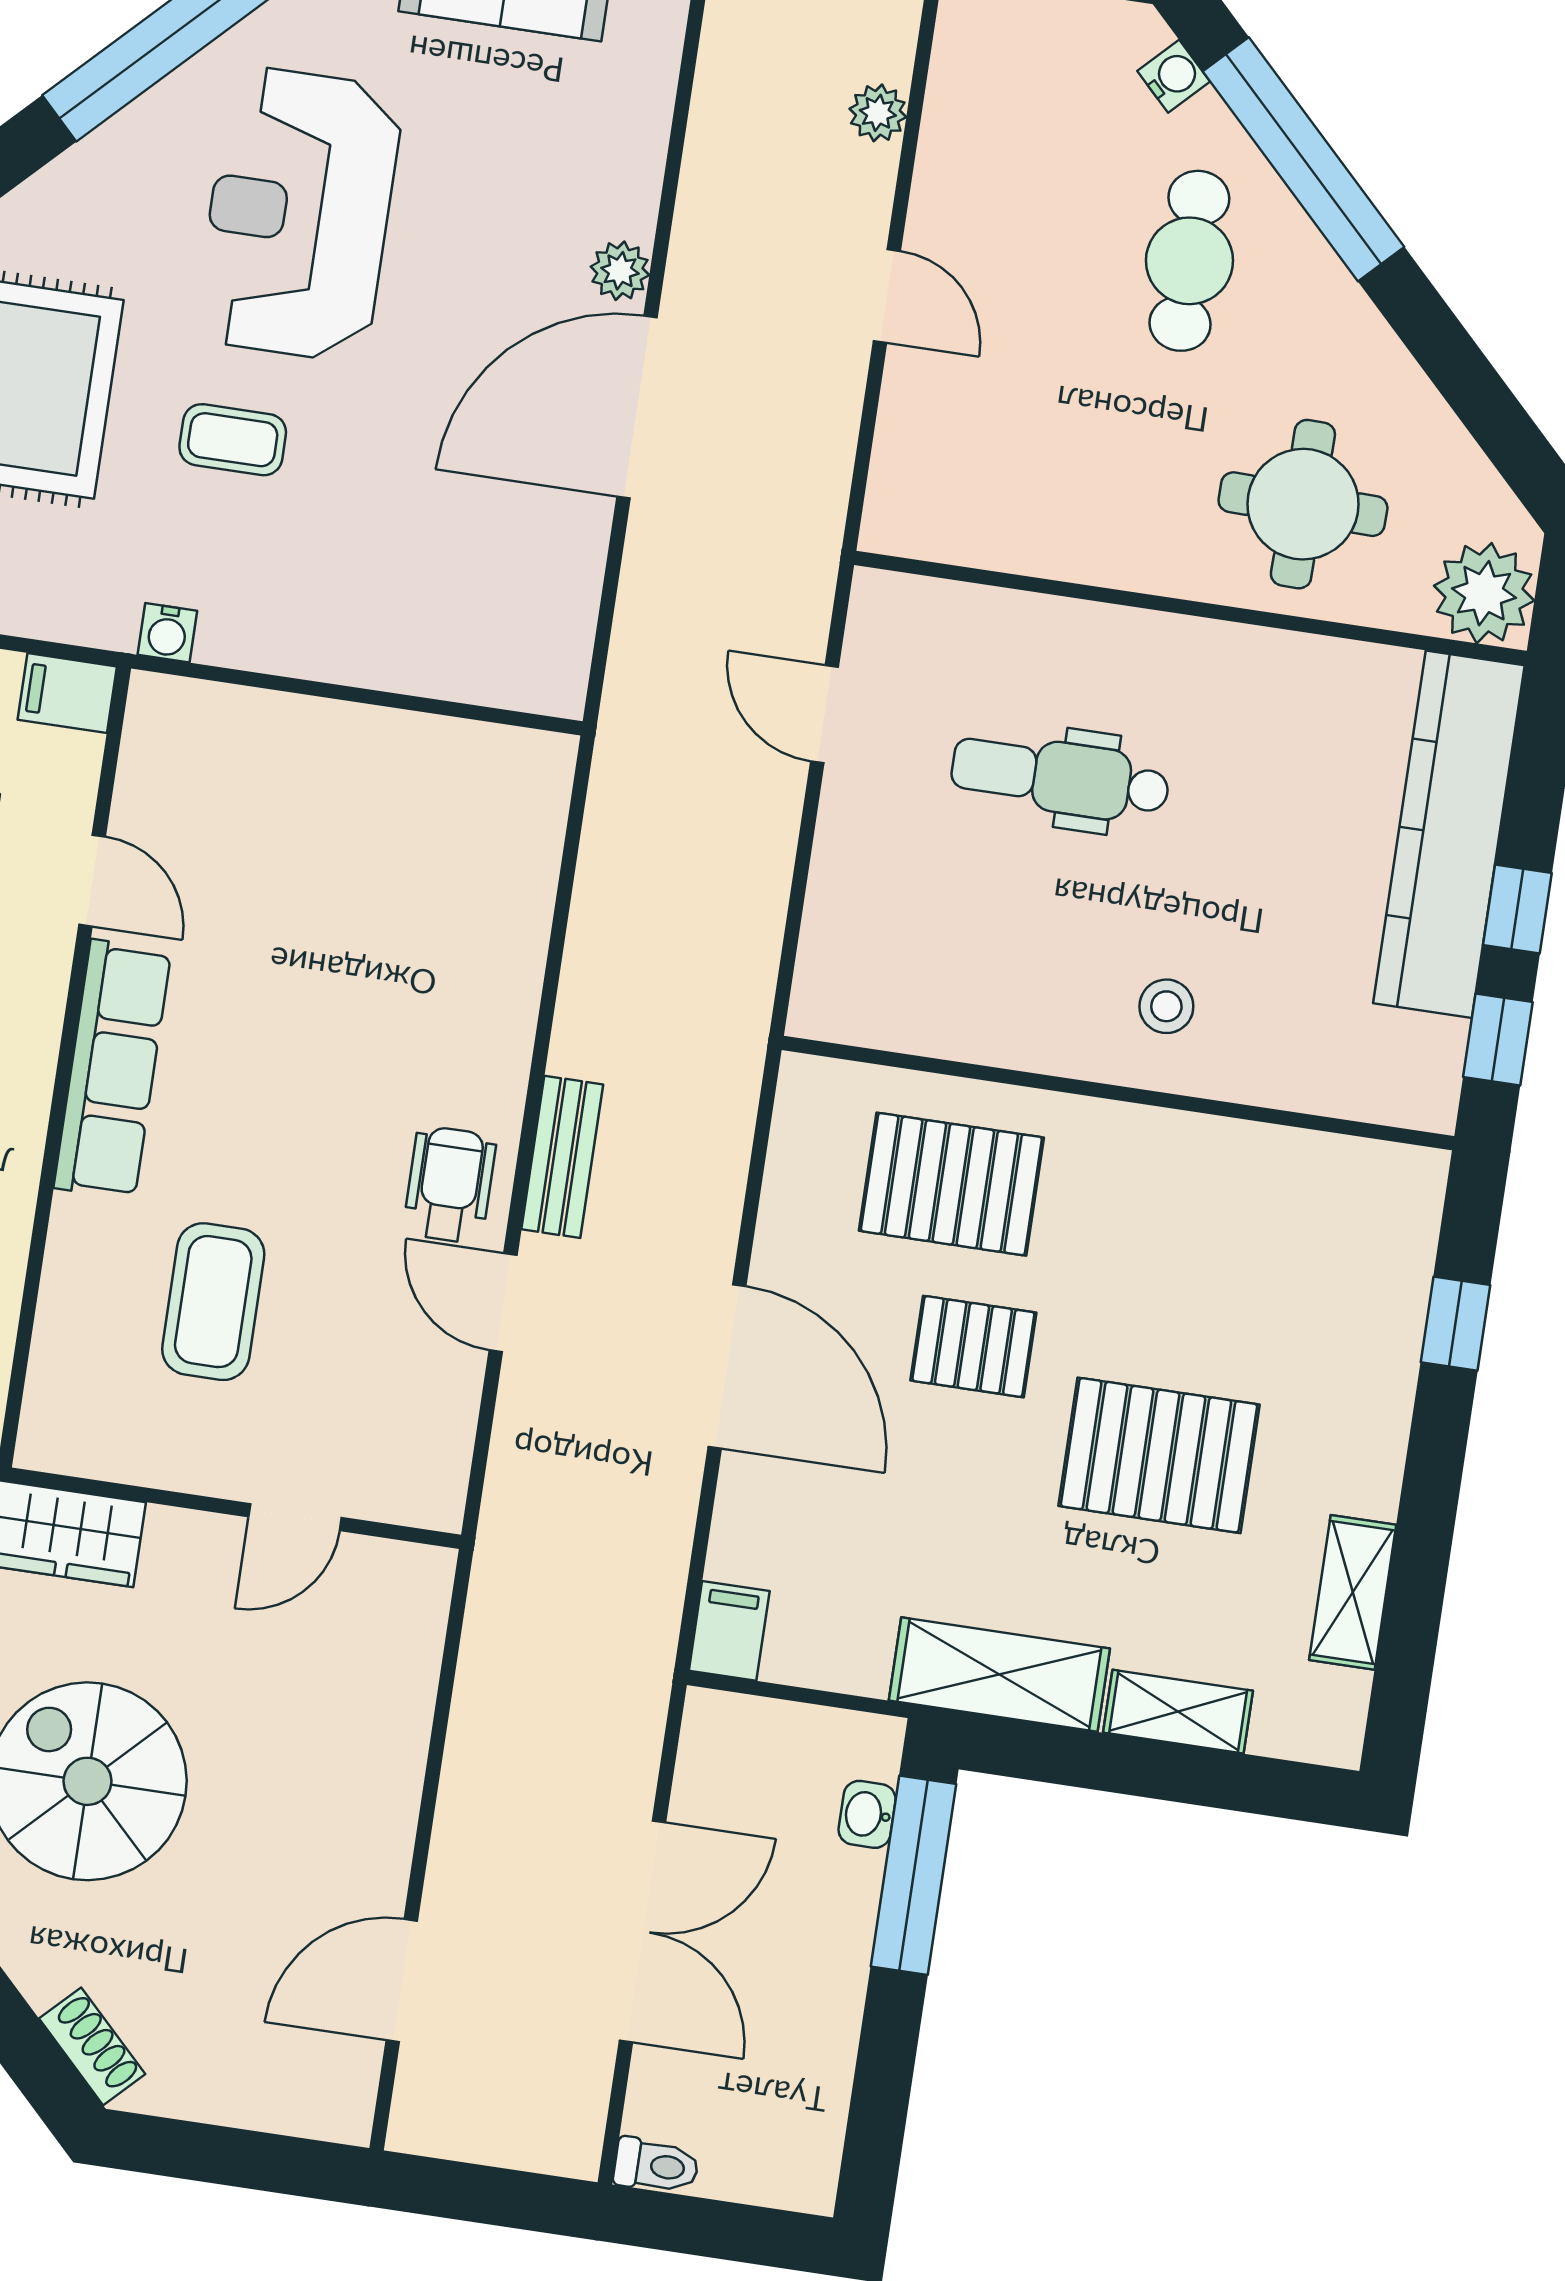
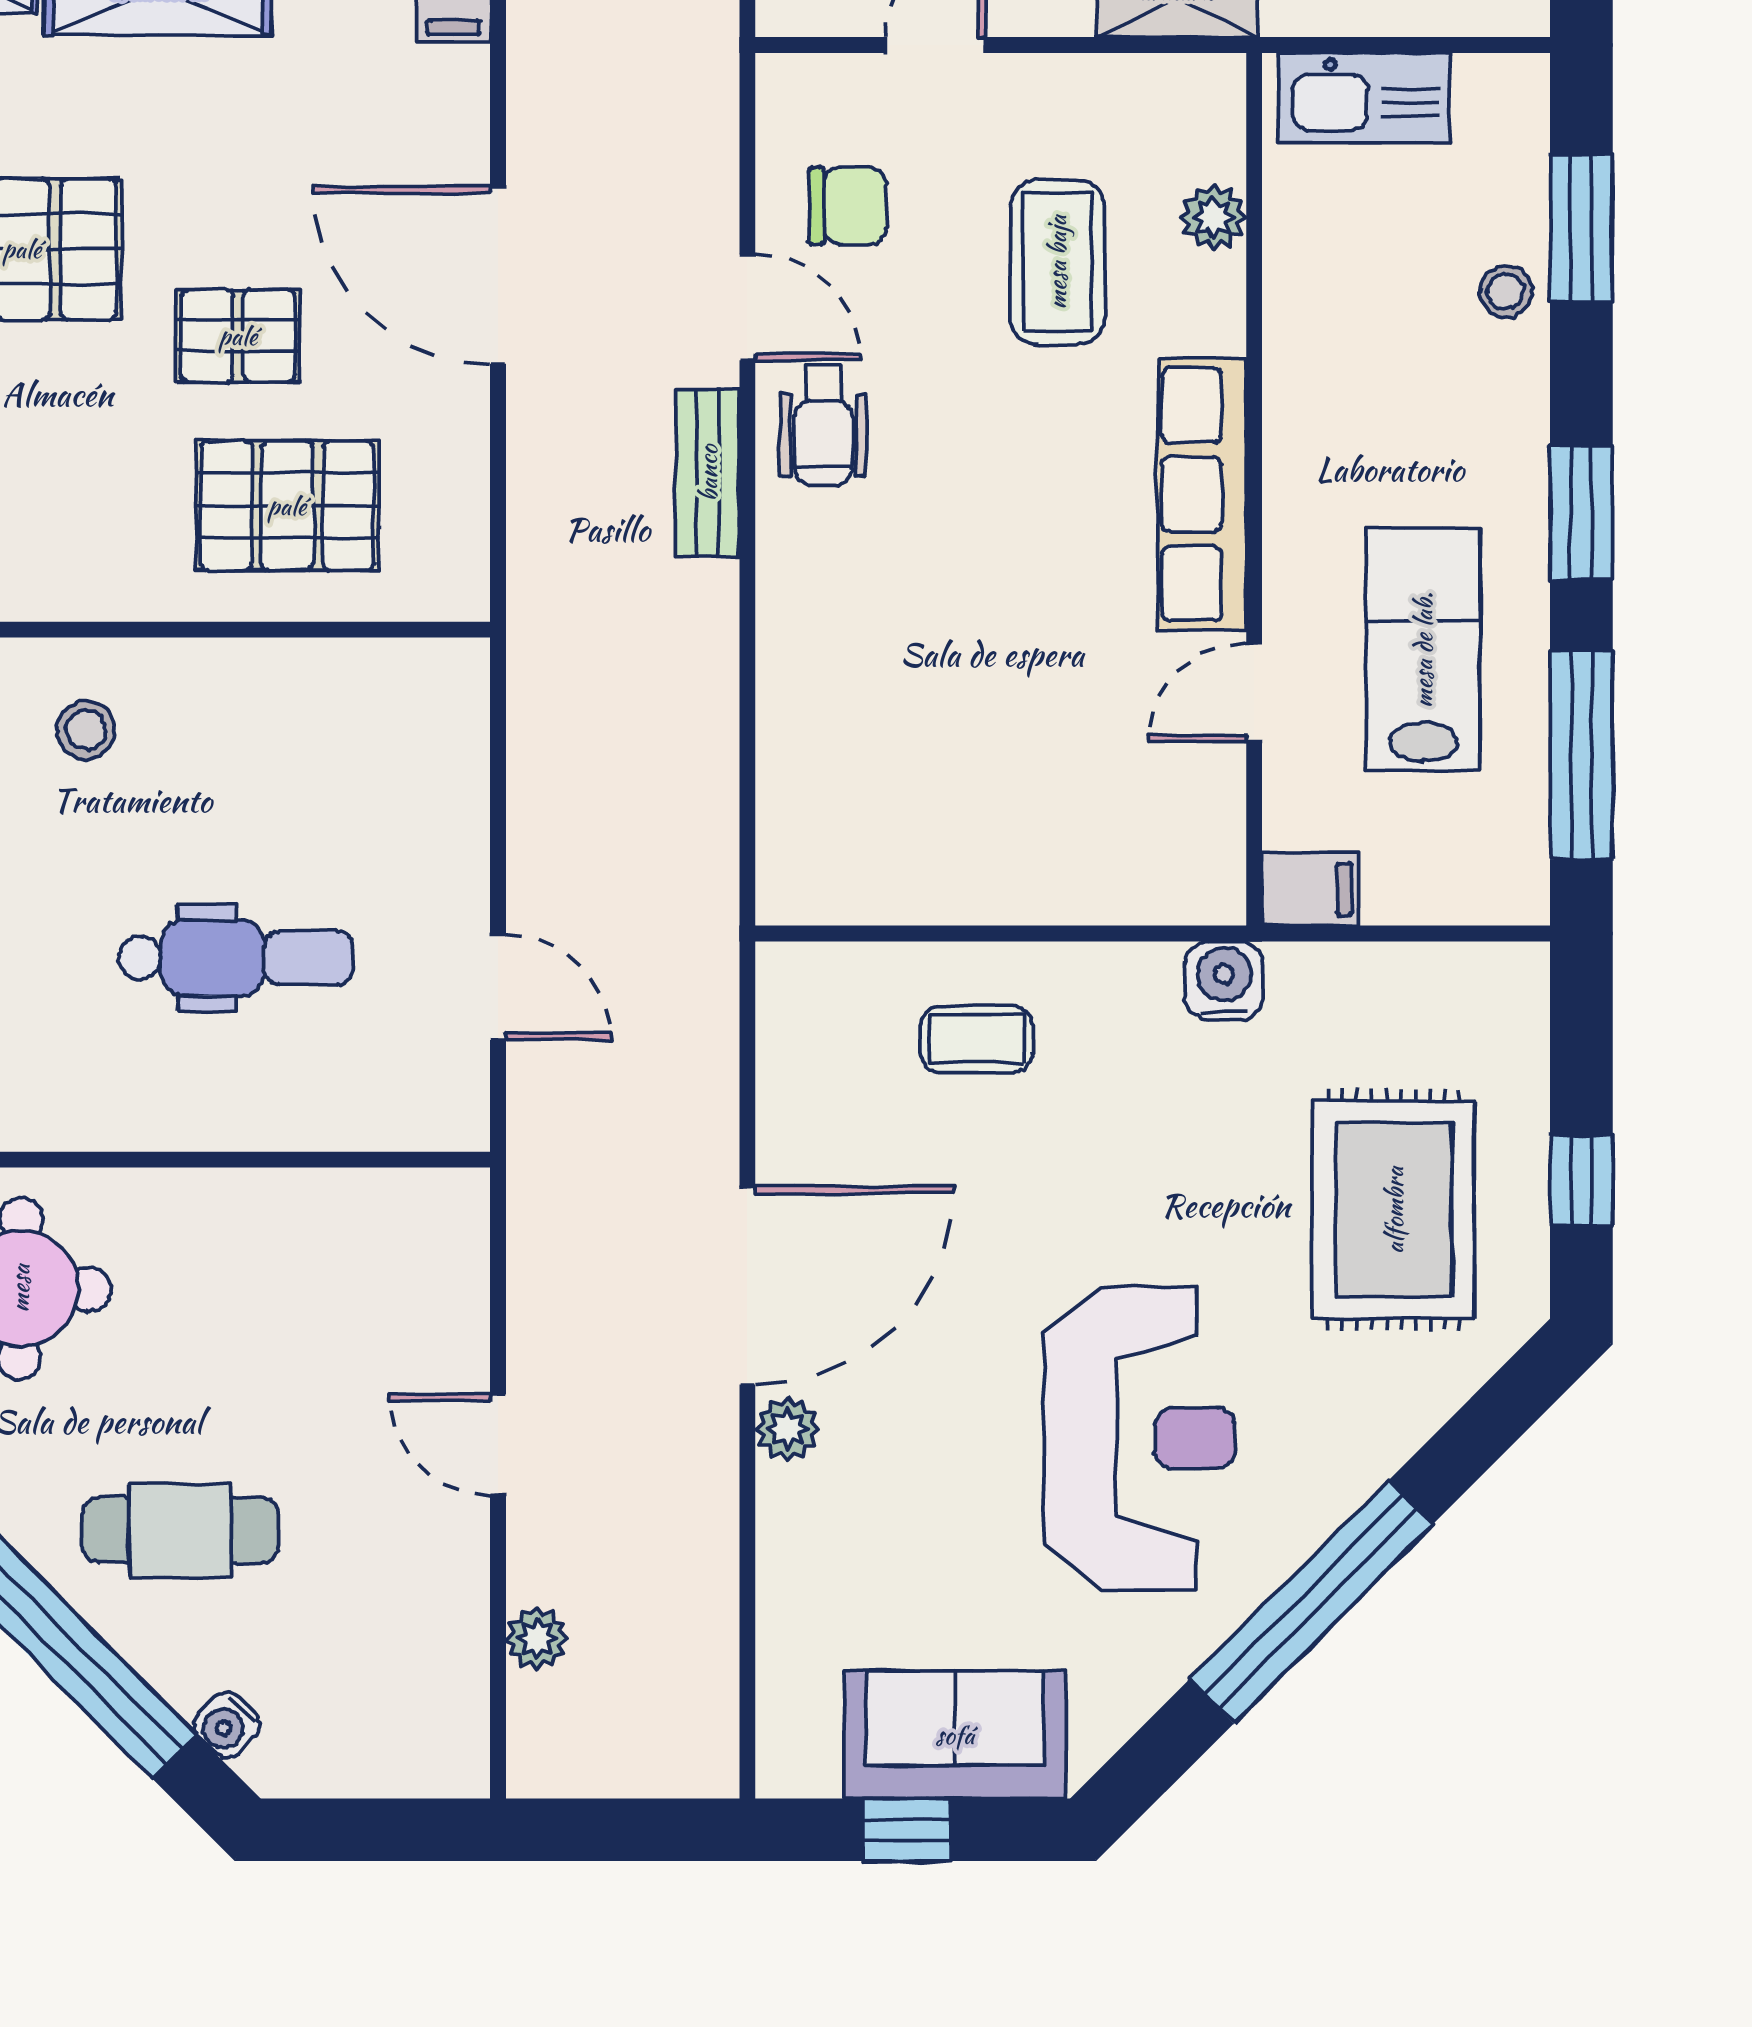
cafe table: (1189, 261) -> (180, 1530), turned 90
coffee table: (233, 440) -> (977, 1039), moved
water cooler: (167, 633) -> (1224, 980), width x1.38, depth x1.38
door: (92, 881) -> (1254, 693), hinge flipped
plant: (64, 1321) -> (1214, 217), added
chair: (397, 1382) -> (848, 206), added

